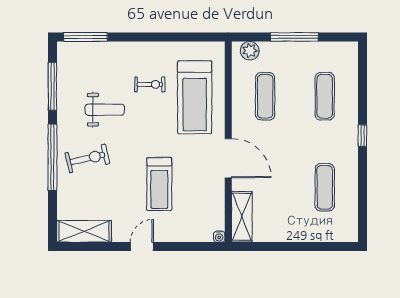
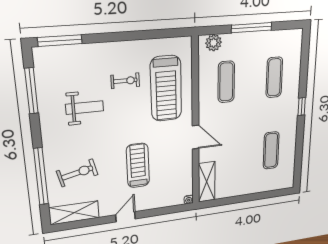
window: (52, 157) -> (41, 176), moved
exercise bike: (87, 158) -> (77, 173), moved
door: (228, 158) -> (196, 137), width x0.73
treadmill: (159, 184) -> (138, 166), turned 180

